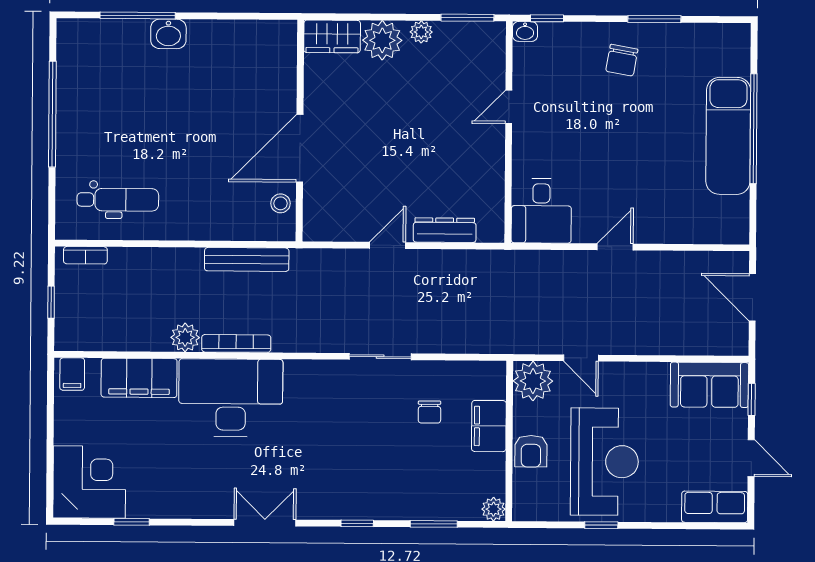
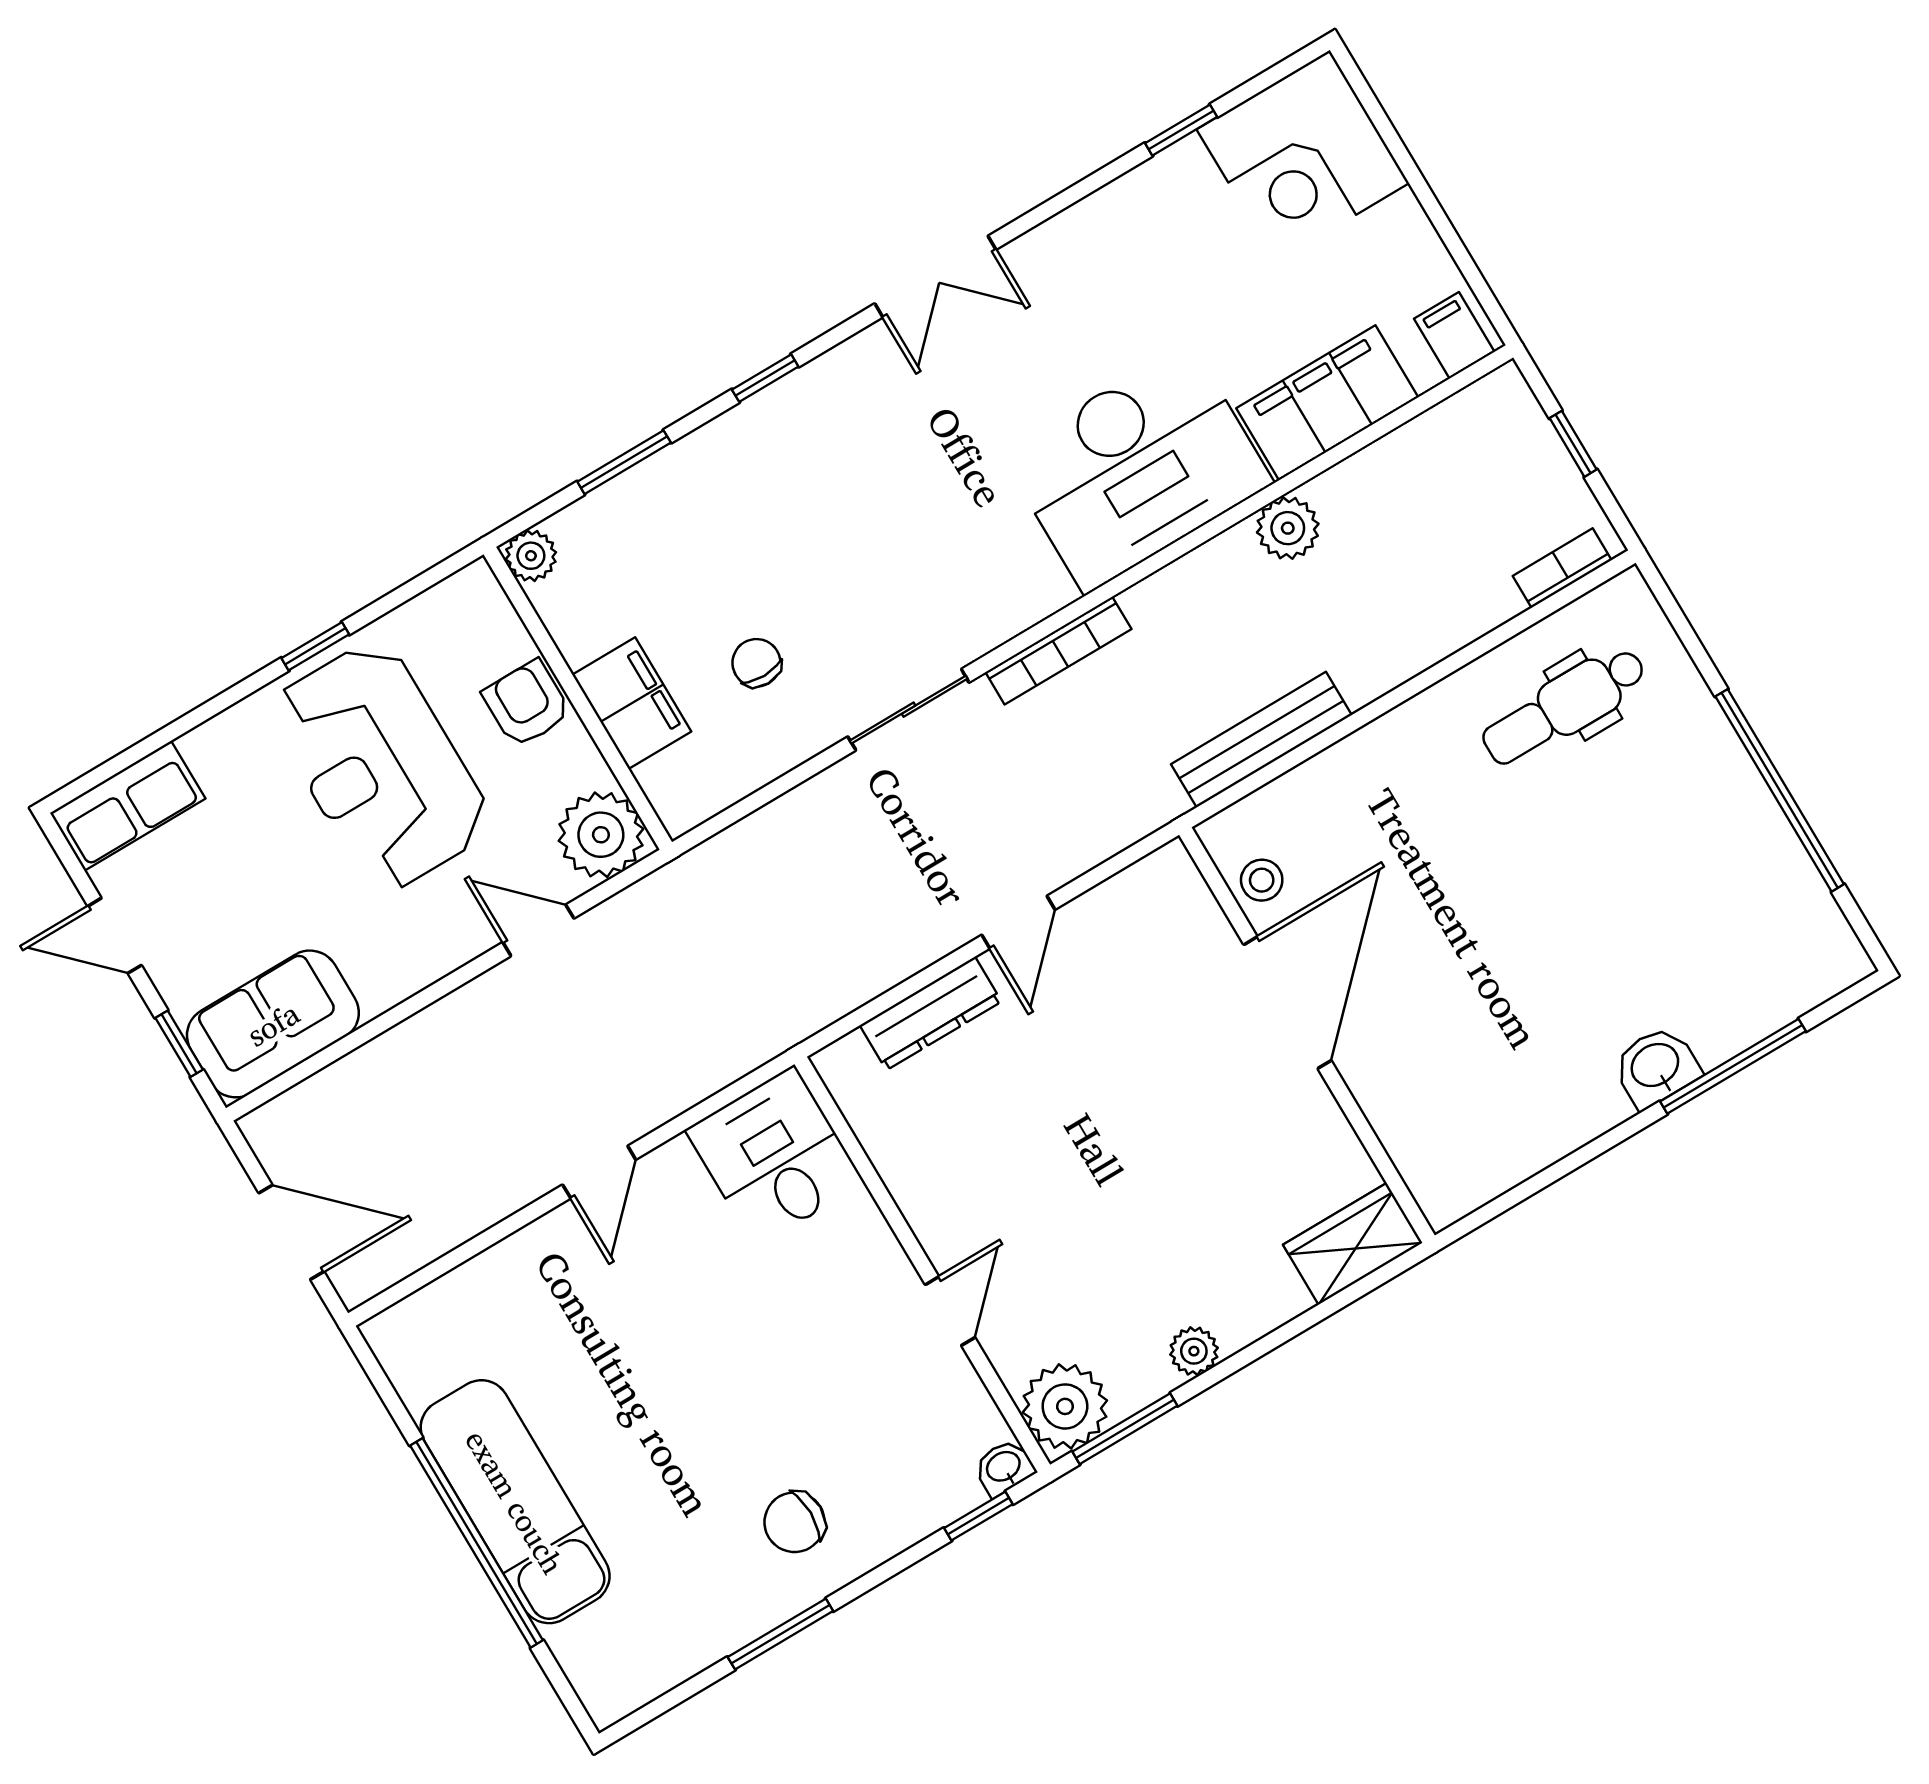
plant: (382, 40) -> (1065, 1406), moved
chair: (622, 60) -> (795, 1522), turned -100
bookcase: (236, 343) -> (1058, 651), moved

